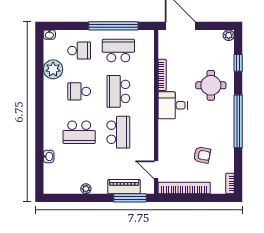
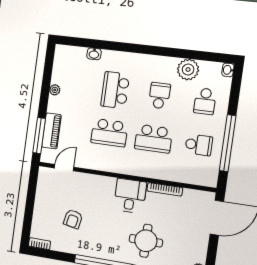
school desk: (118, 51) -> (199, 145), width x0.54
school desk: (118, 91) -> (153, 139), turned 180
bookcase: (184, 188) -> (41, 194), removed

